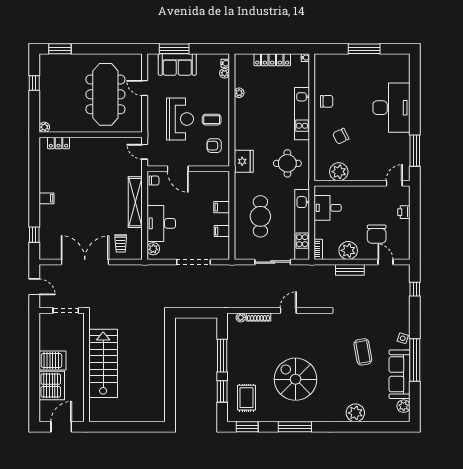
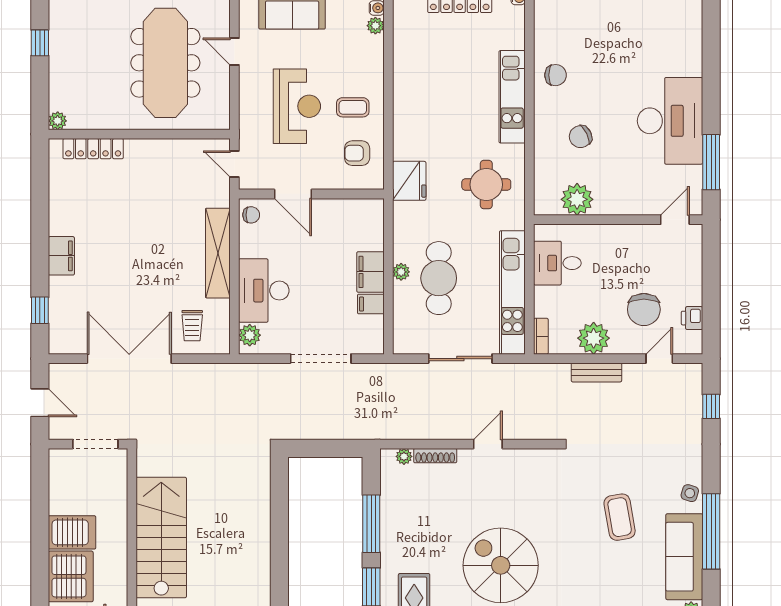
plant: (239, 93) -> (401, 272), moved
desk: (391, 108) -> (670, 121), moved
locker: (58, 143) -> (93, 149), width x1.53
filing cabinet: (47, 198) -> (61, 256), width x2.00
filing cabinet: (222, 207) -> (370, 272), width x2.00
printer: (404, 212) -> (692, 318), moved
door: (385, 262) -> (659, 359), hinge flipped

